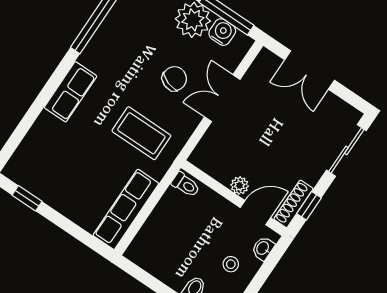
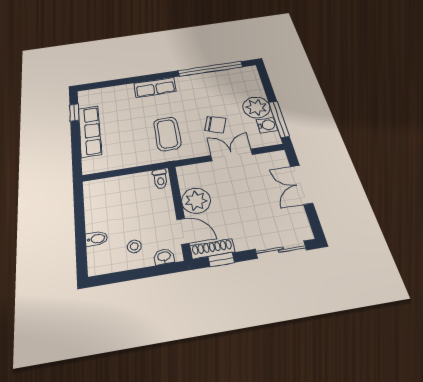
plant: (240, 185) -> (196, 201), width x1.87, depth x1.87
row of seats: (126, 209) -> (90, 131), moved, turned 90

